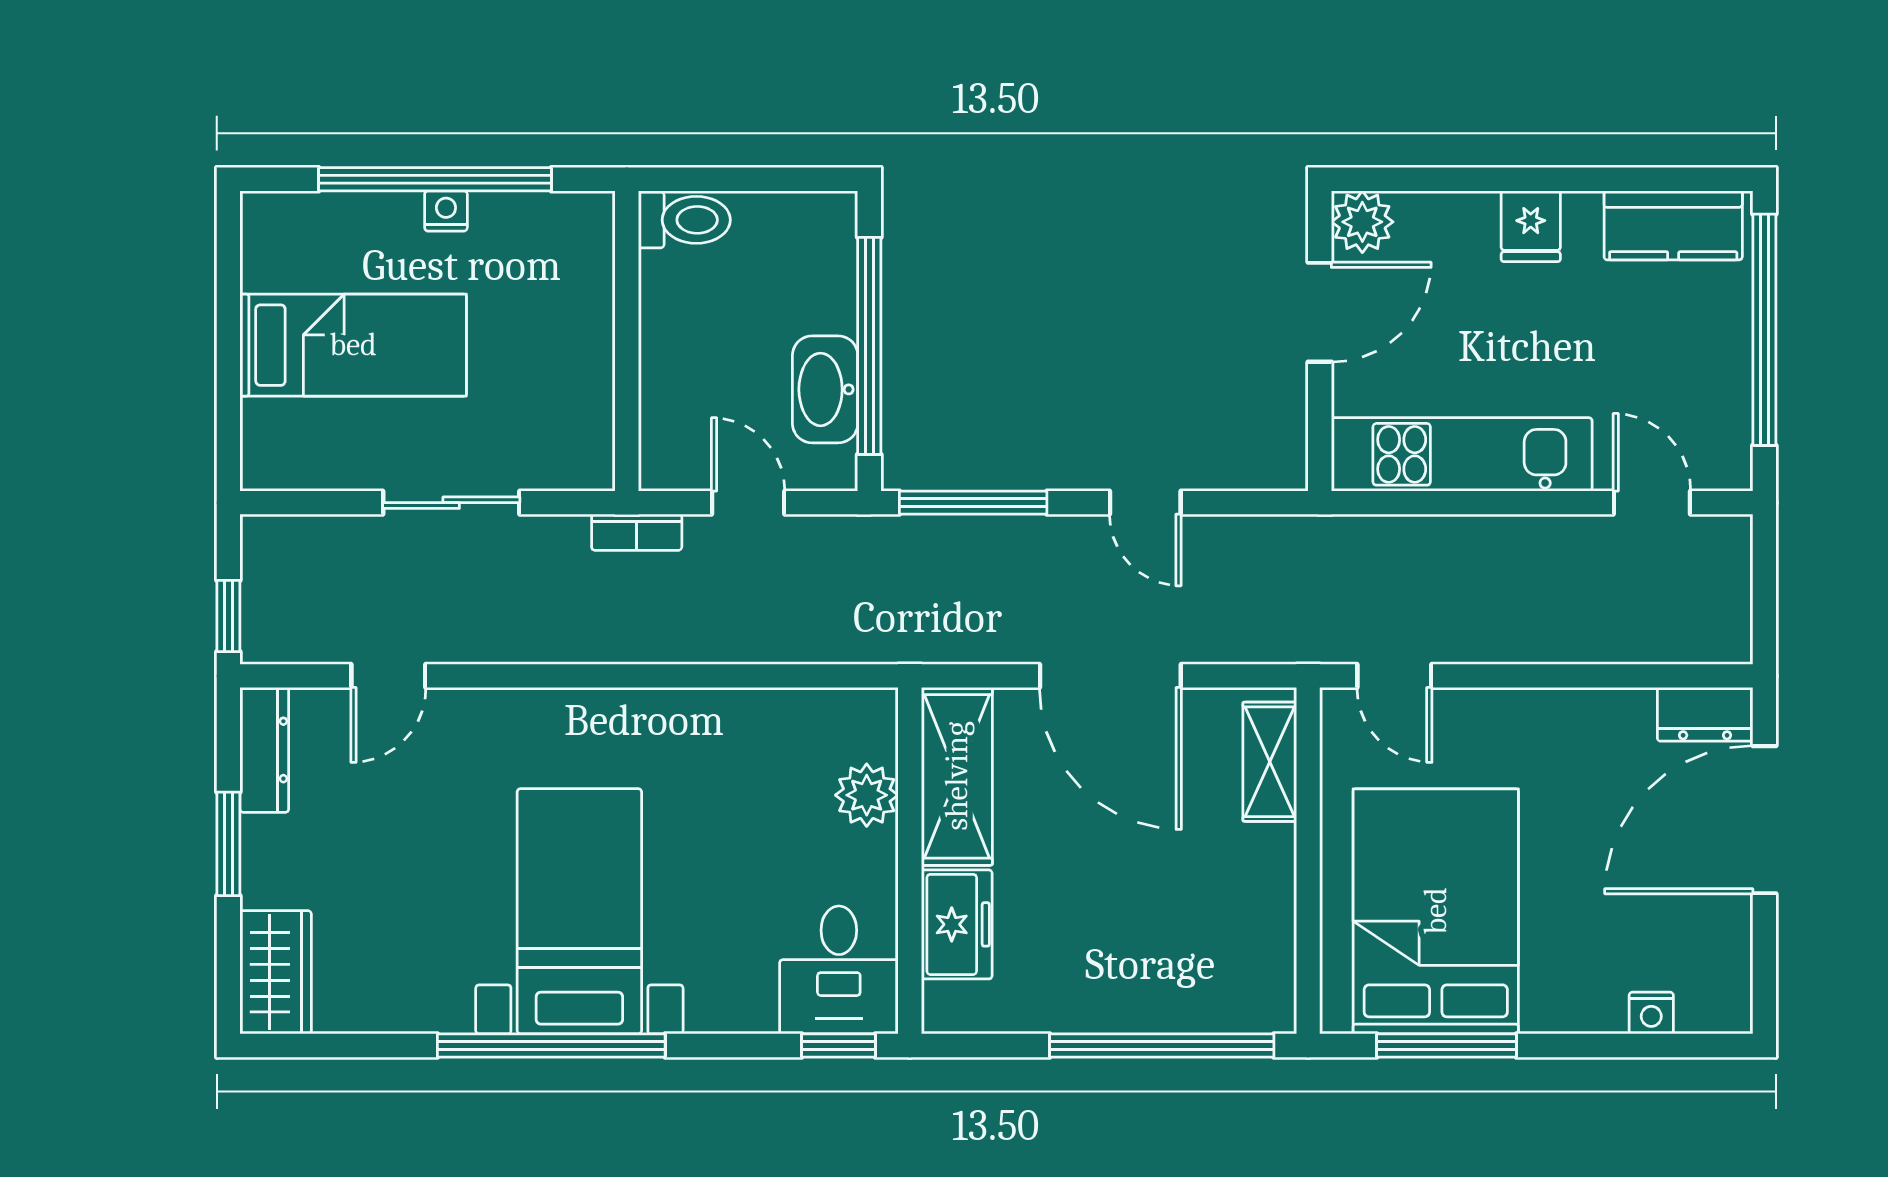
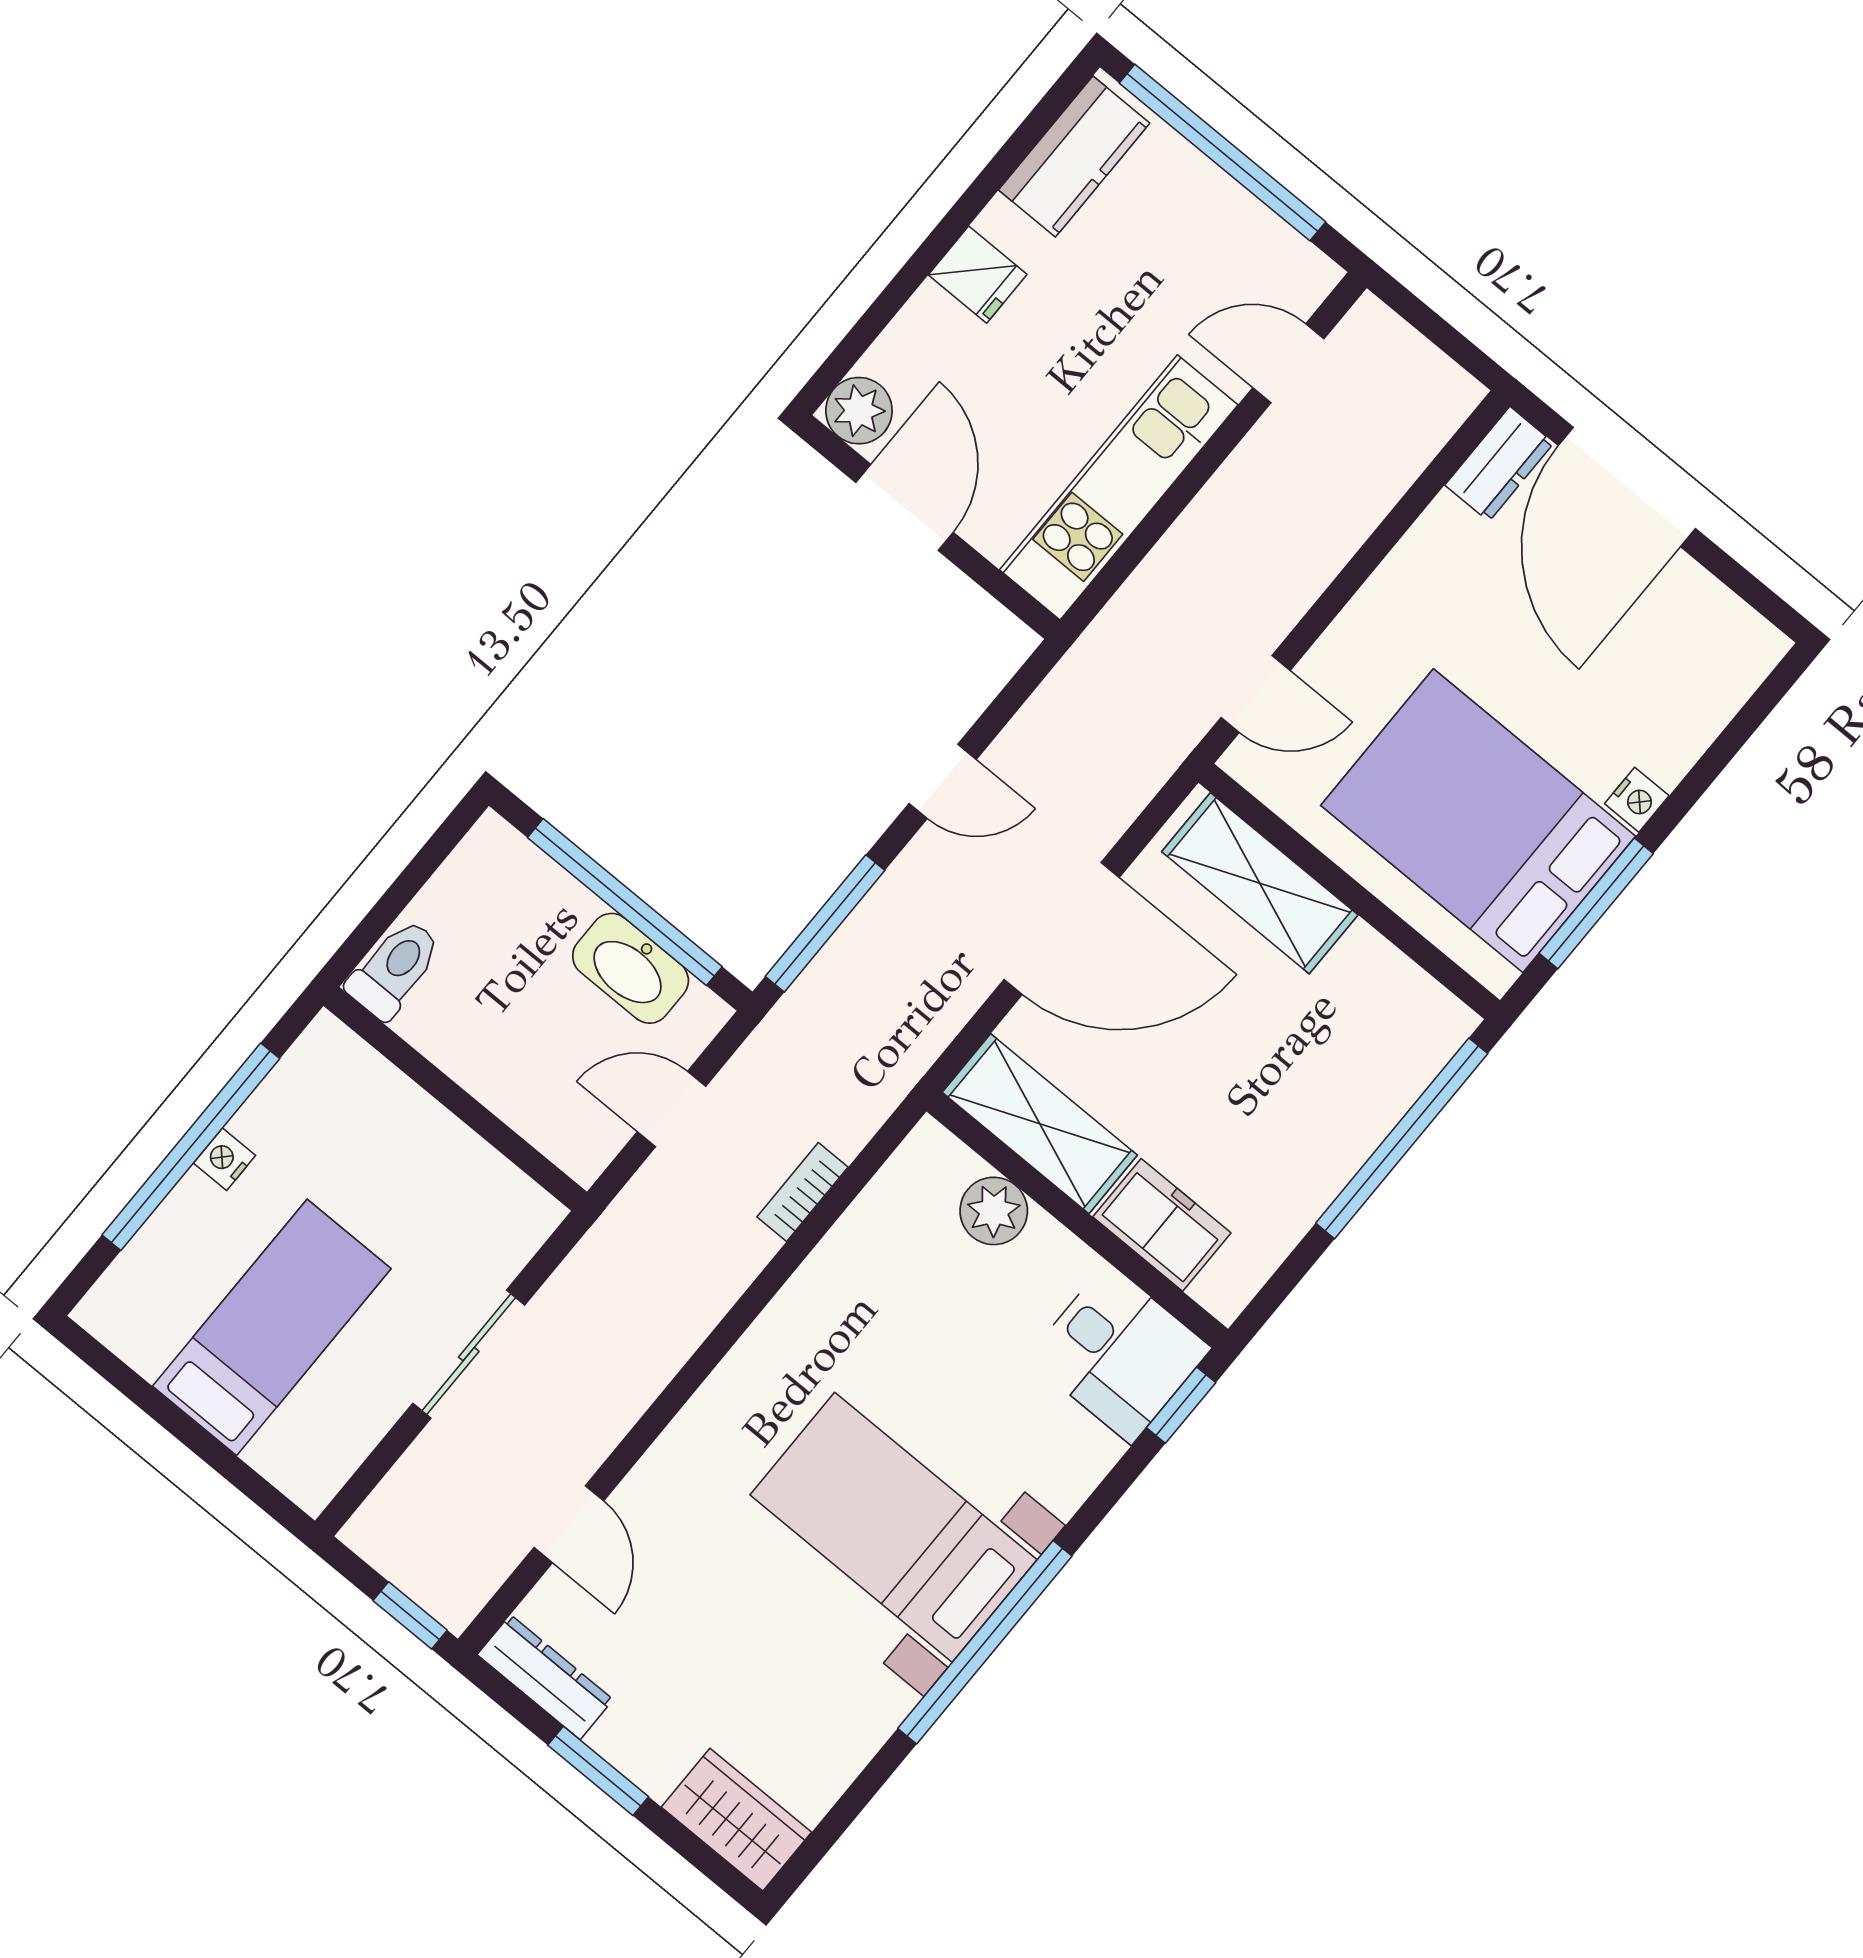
bookcase: (637, 532) -> (803, 1192), moved, turned 180
shelving: (1270, 762) -> (1260, 883), width x1.50, depth x1.33
nightstand: (1651, 1013) -> (1637, 800), moved

